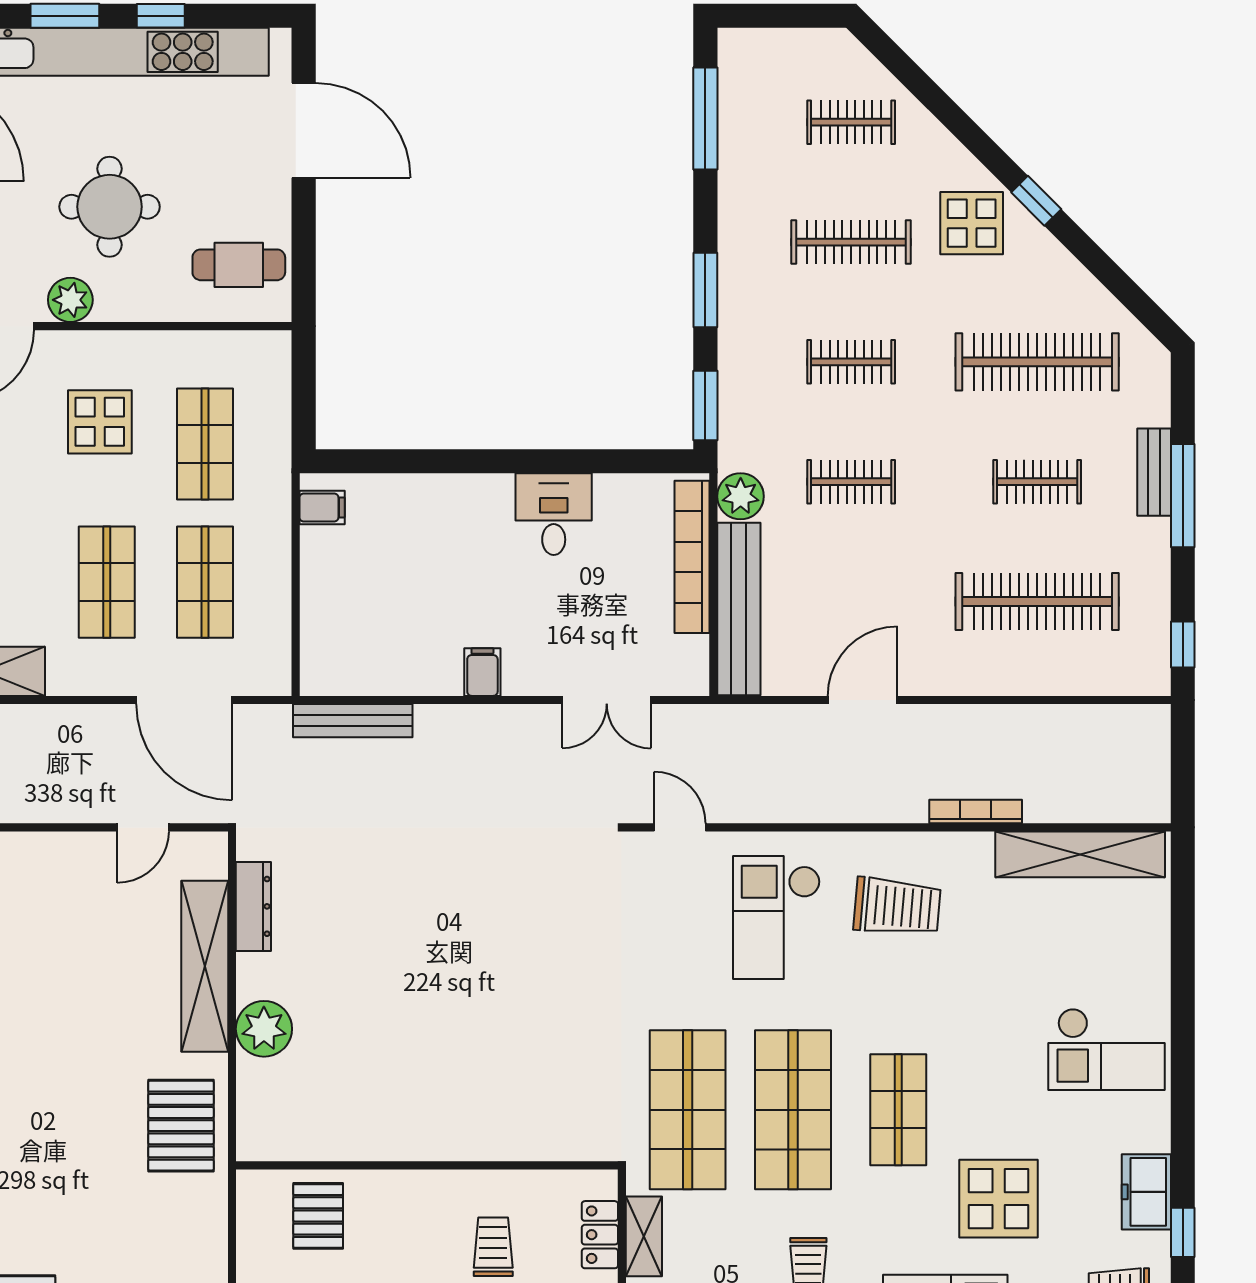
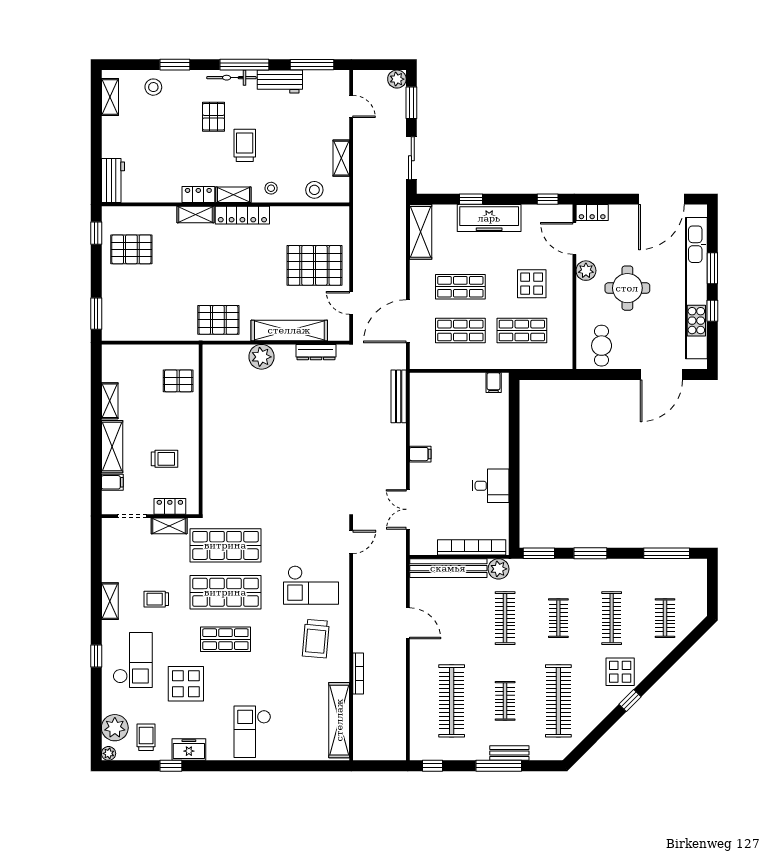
clothes rail: (851, 482) -> (505, 618), width x1.36
pallet: (59, 910) -> (314, 265), added
checkout: (777, 918) -> (311, 585), turned 180

